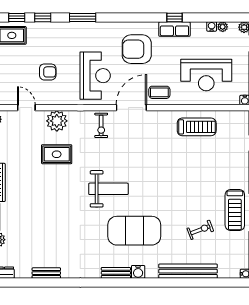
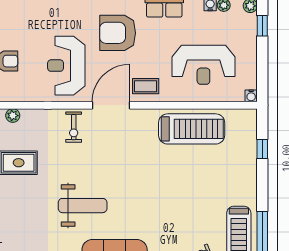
reception desk: (95, 76) -> (66, 66), turned 180
plant: (57, 121) -> (13, 116), width x0.53, depth x0.53
treadmill: (197, 127) -> (192, 129), width x1.37, depth x1.38

